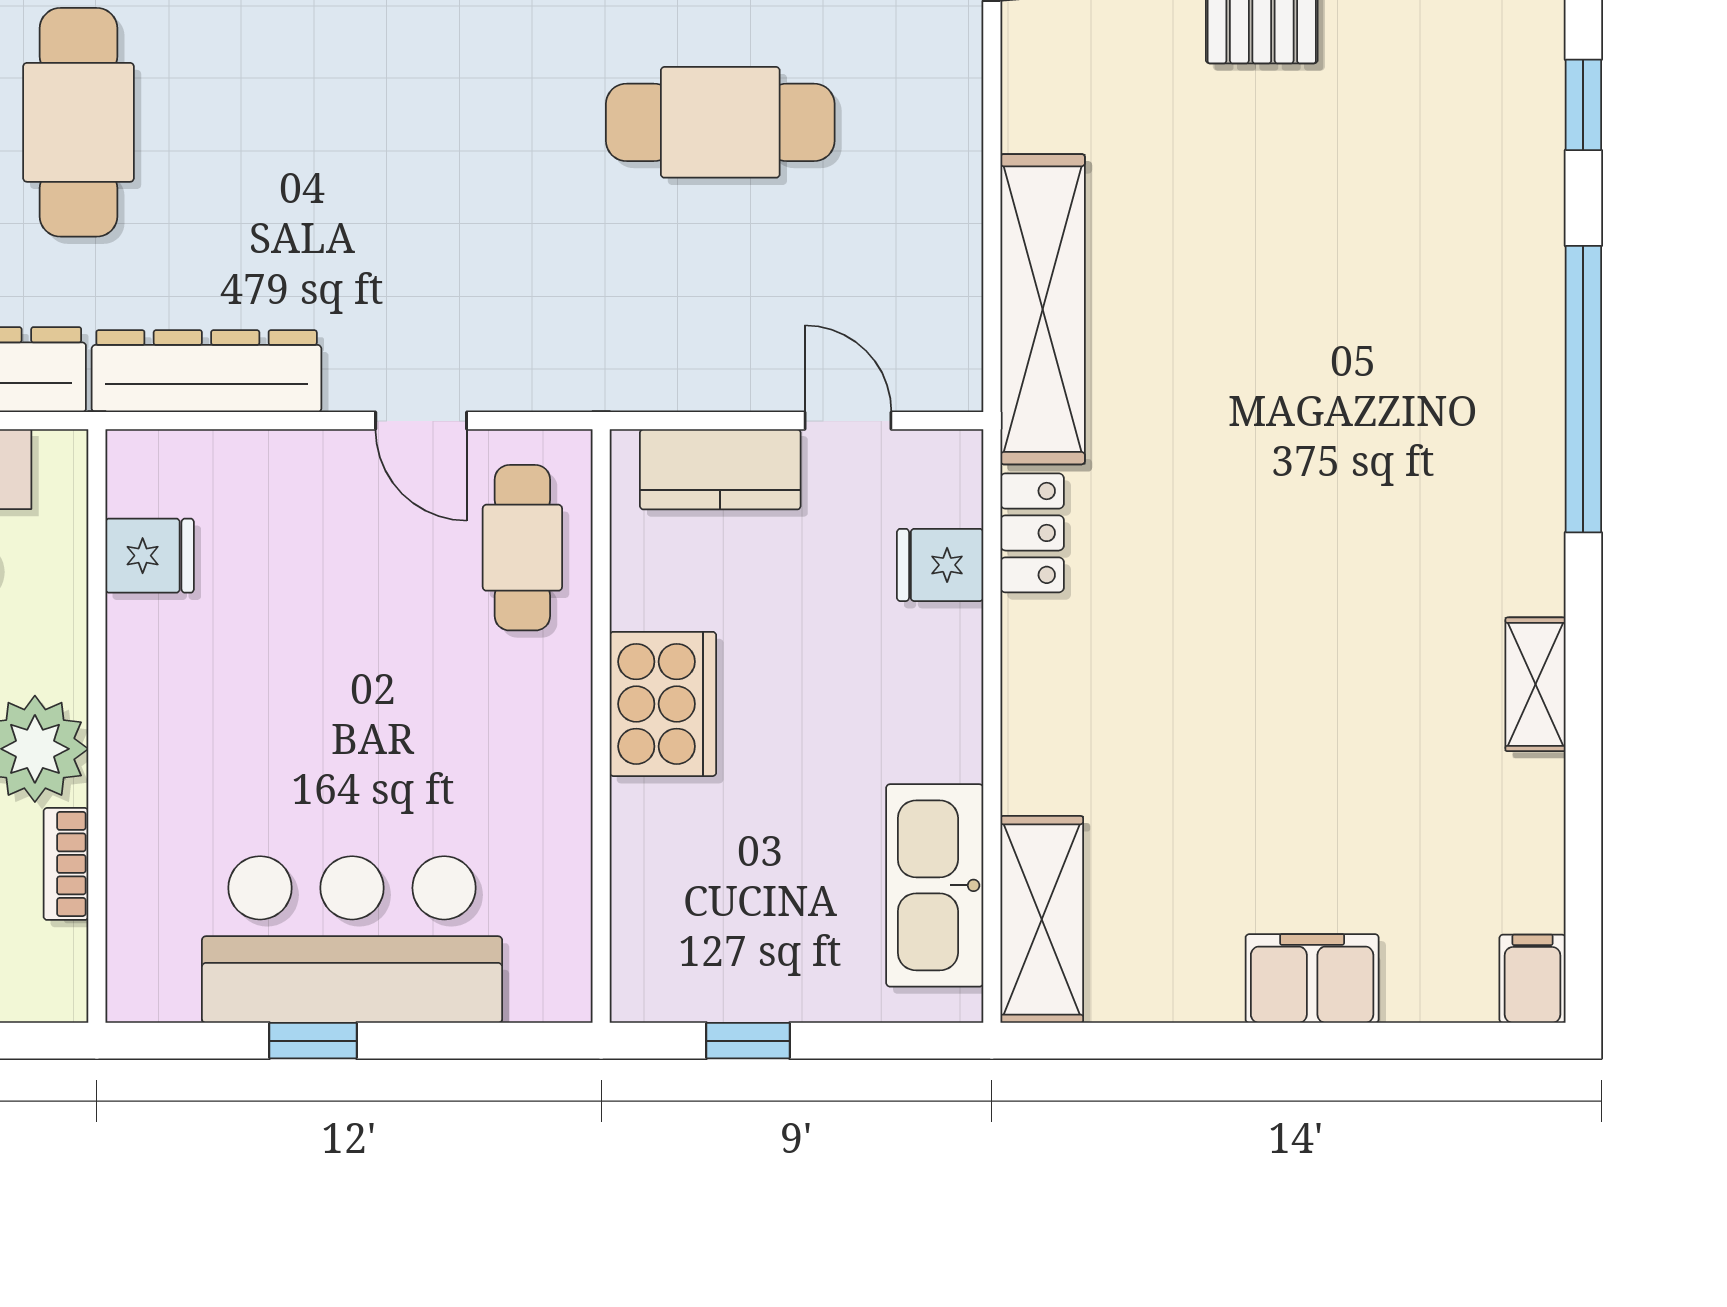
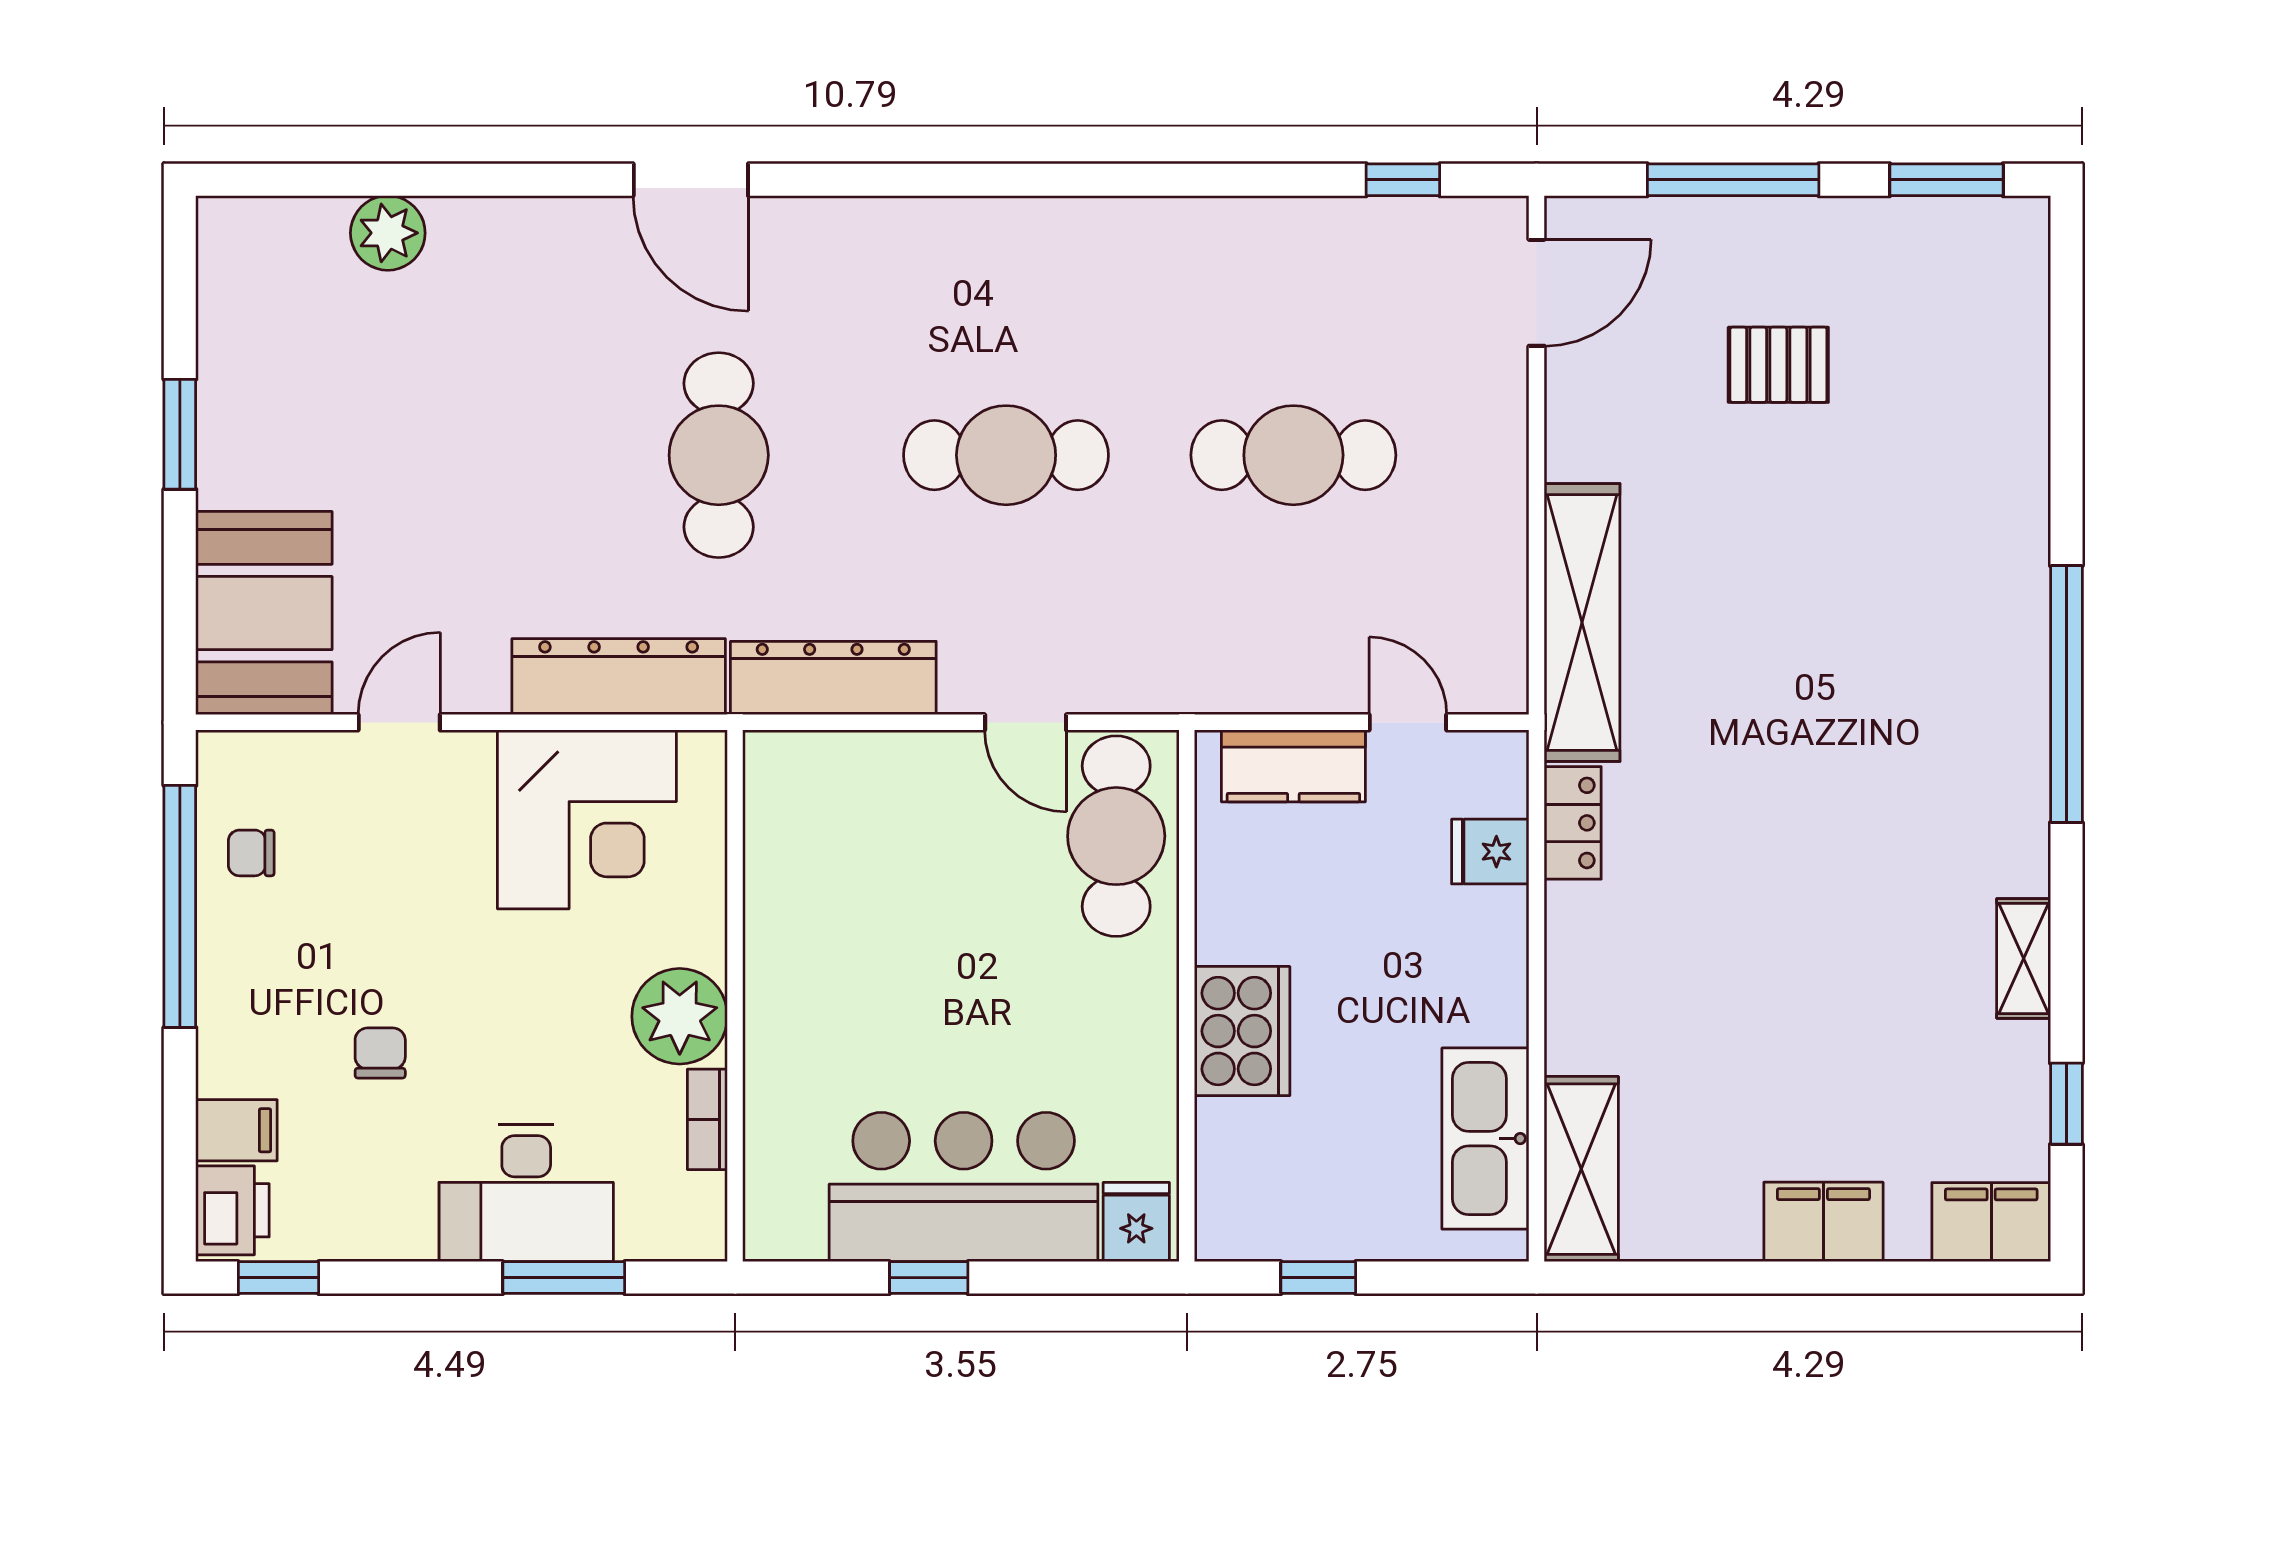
window: (1583, 105) -> (2066, 1104), moved
cafe table: (399, 122) -> (1006, 455), added
cafe table: (522, 548) -> (1116, 836), width x1.37, depth x1.35
fridge: (150, 556) -> (1136, 1222), moved, turned -90
cooker: (663, 704) -> (1242, 1031), moved
filing cabinet: (1533, 979) -> (1991, 1222), width x2.00

